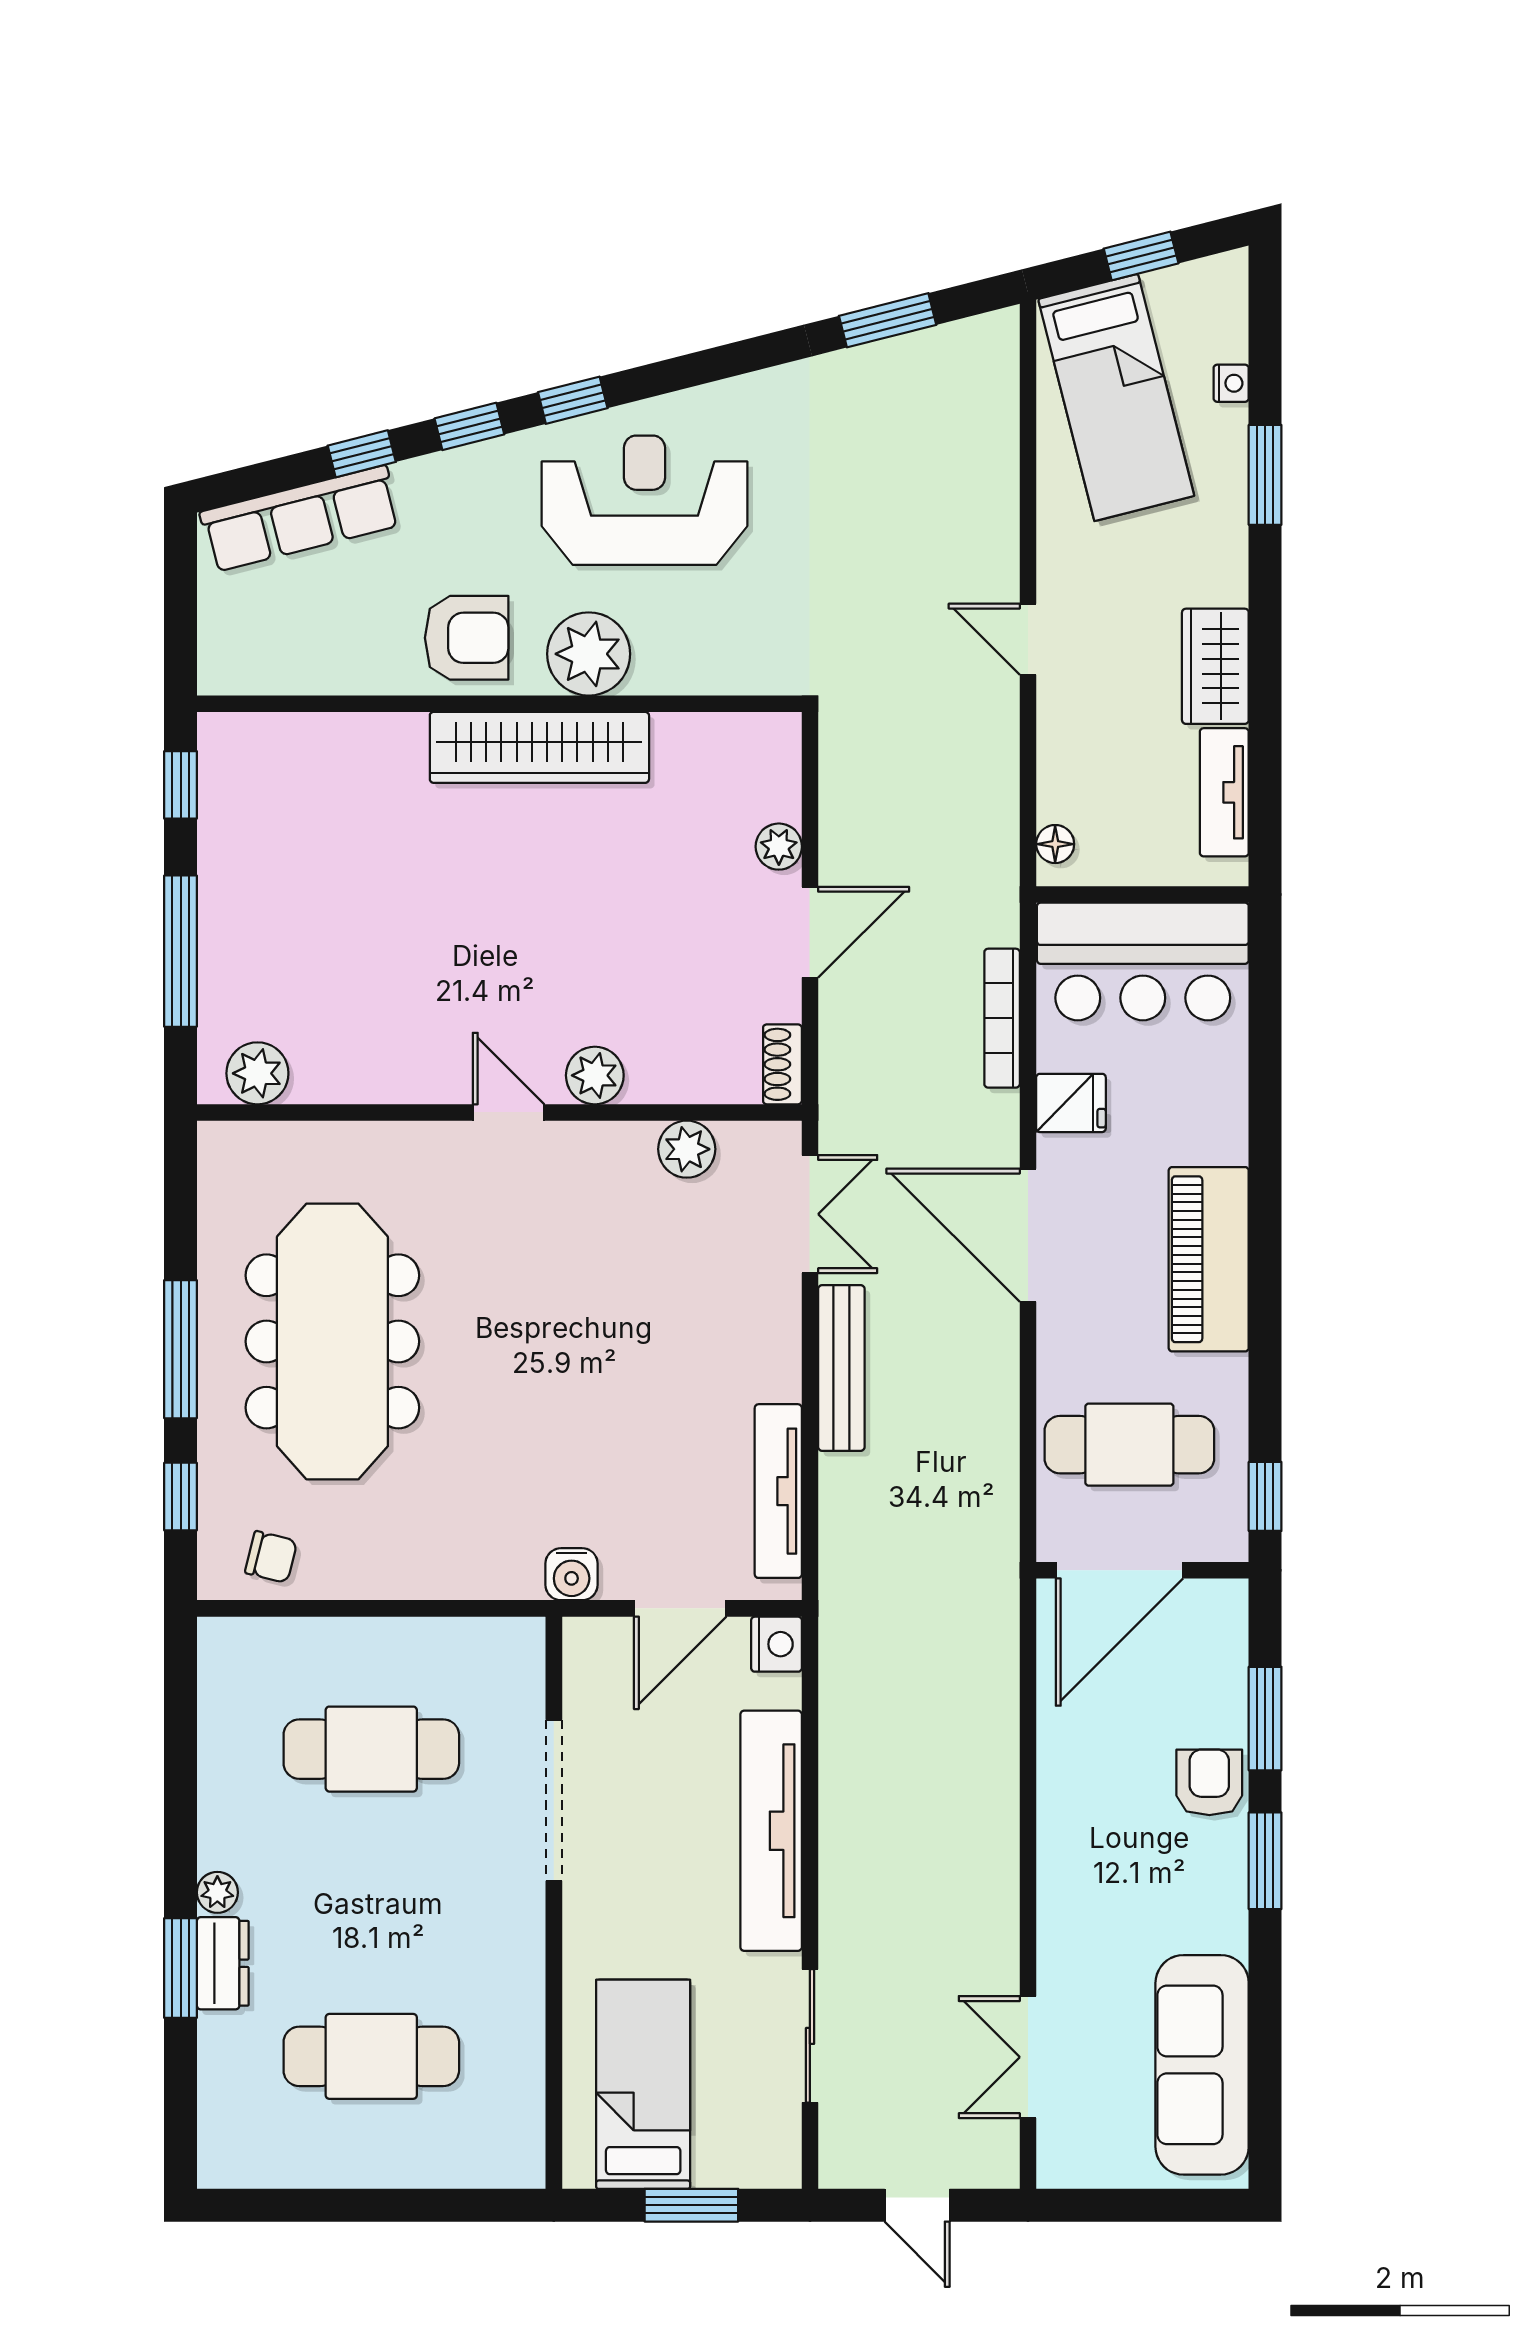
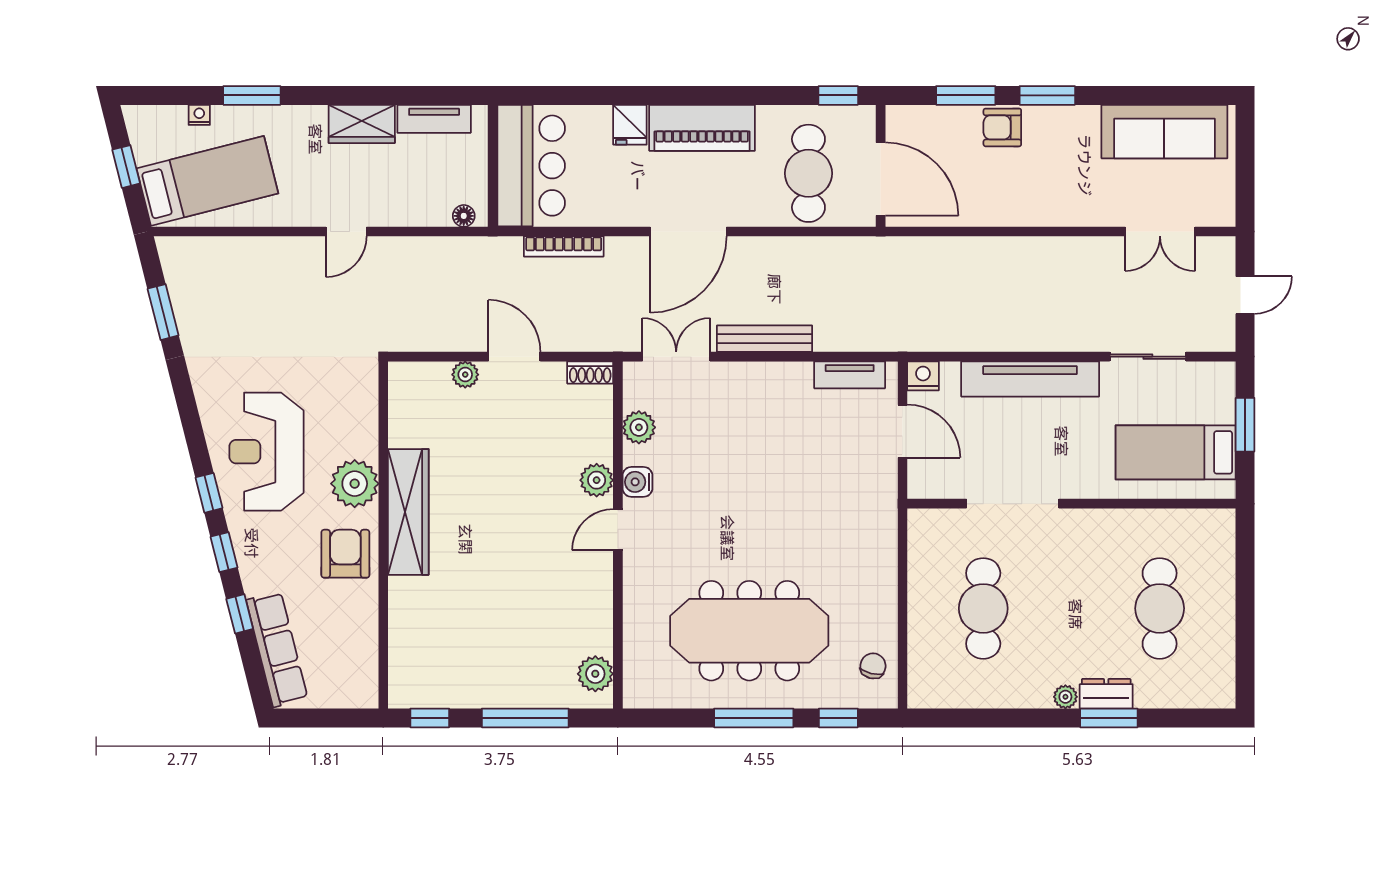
fridge: (1071, 1103) -> (630, 125), moved, turned 180
tv unit: (778, 1491) -> (850, 375), width x0.71
water cooler: (572, 1574) -> (637, 482), moved, turned 180

